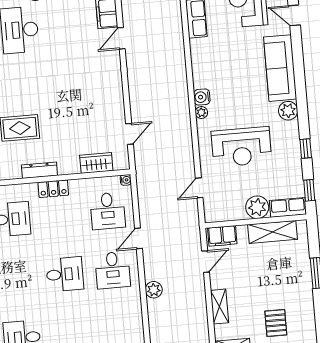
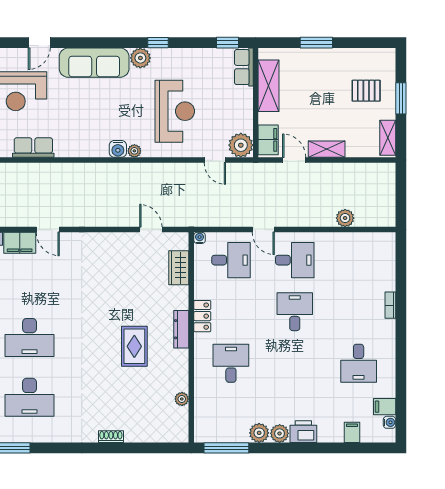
window: (306, 148) -> (158, 43), moved
plant: (257, 207) -> (241, 145), moved
plant: (154, 290) -> (345, 218), moved
shelving: (220, 307) -> (327, 149), moved

